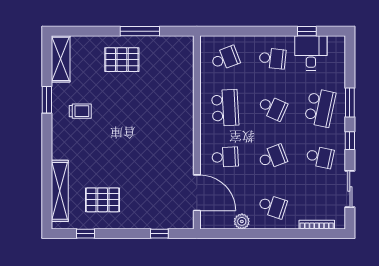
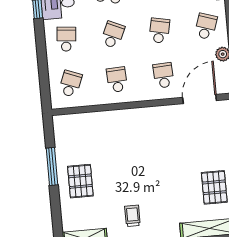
school desk: (225, 58) -> (70, 84), turned 42
school desk: (225, 108) -> (117, 80), width x0.54
school desk: (273, 157) -> (159, 31), turned 33

